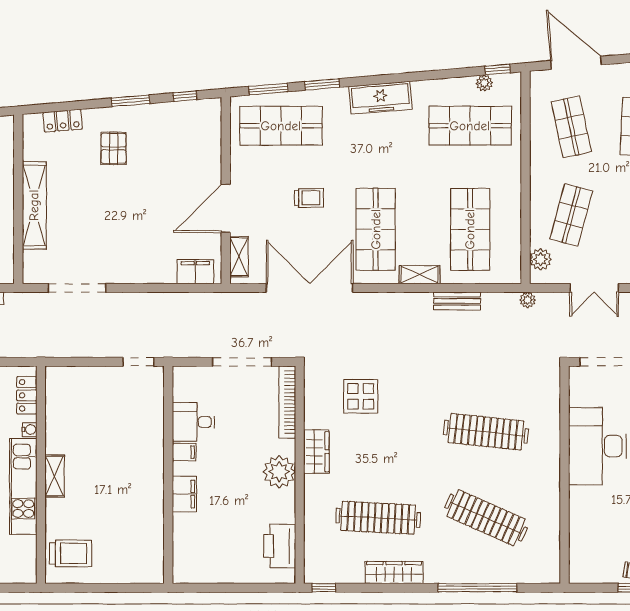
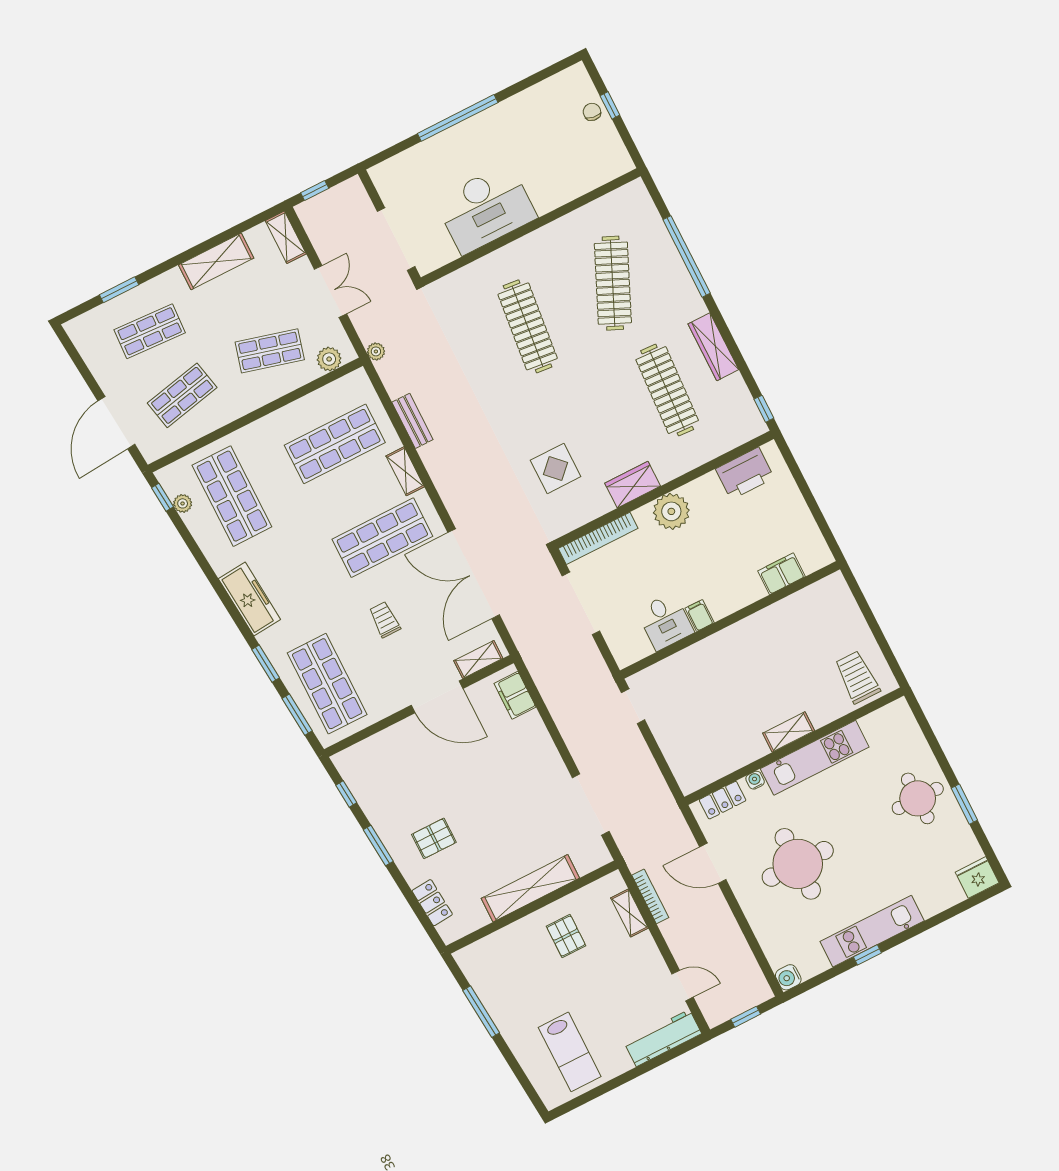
filing cabinet: (184, 494) -> (781, 574), moved

